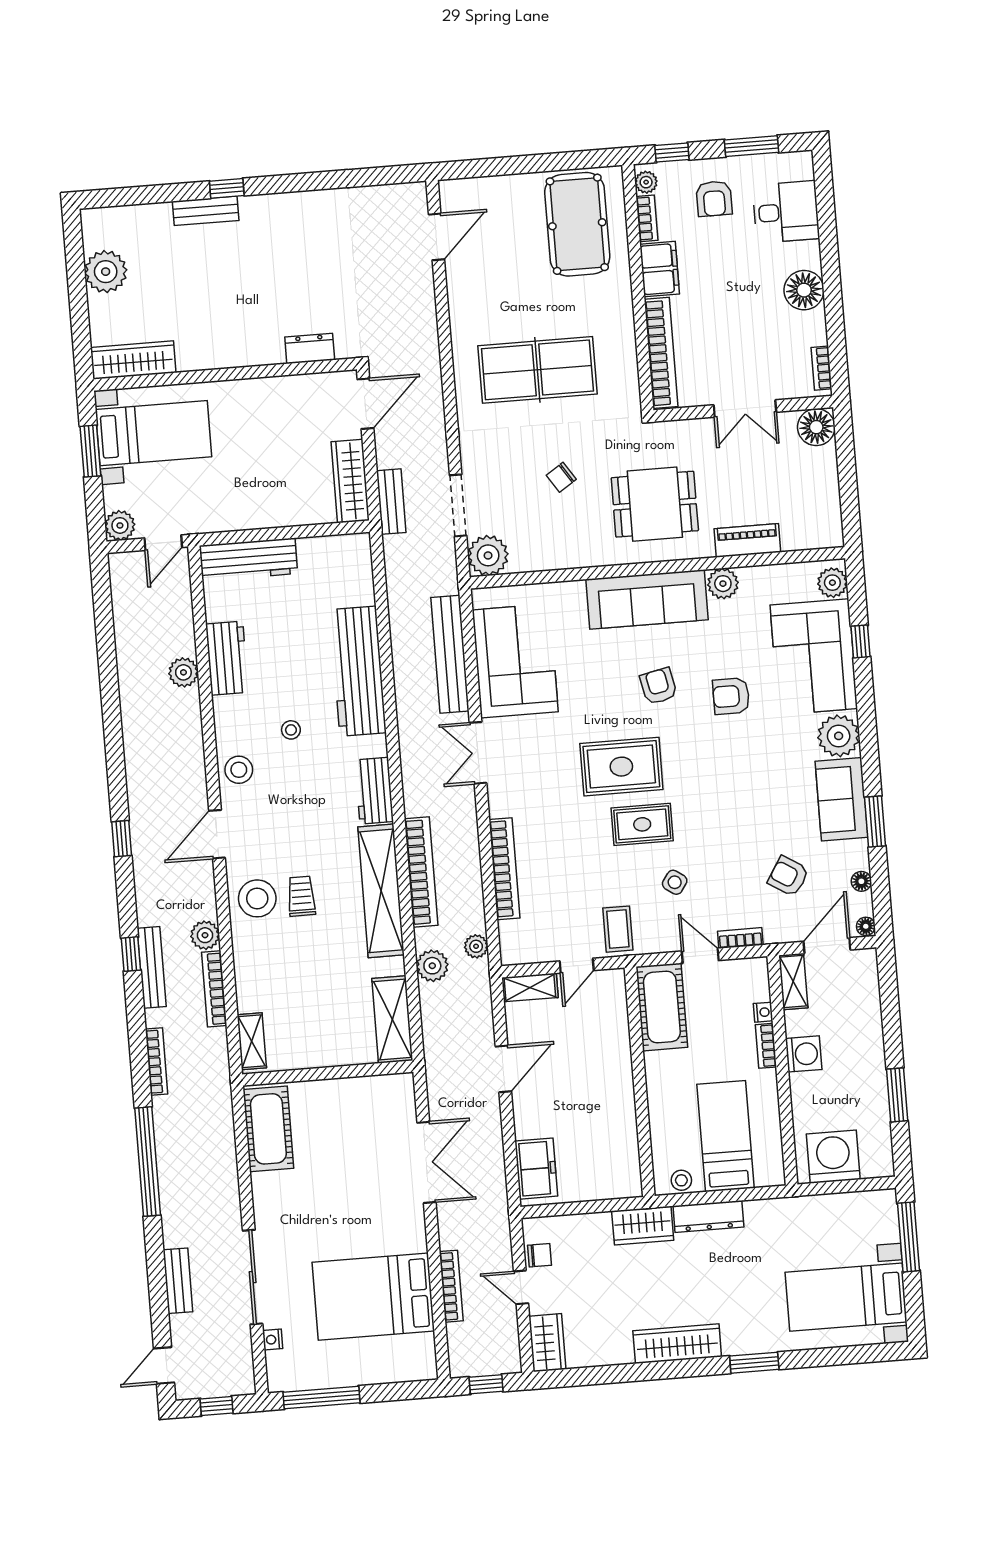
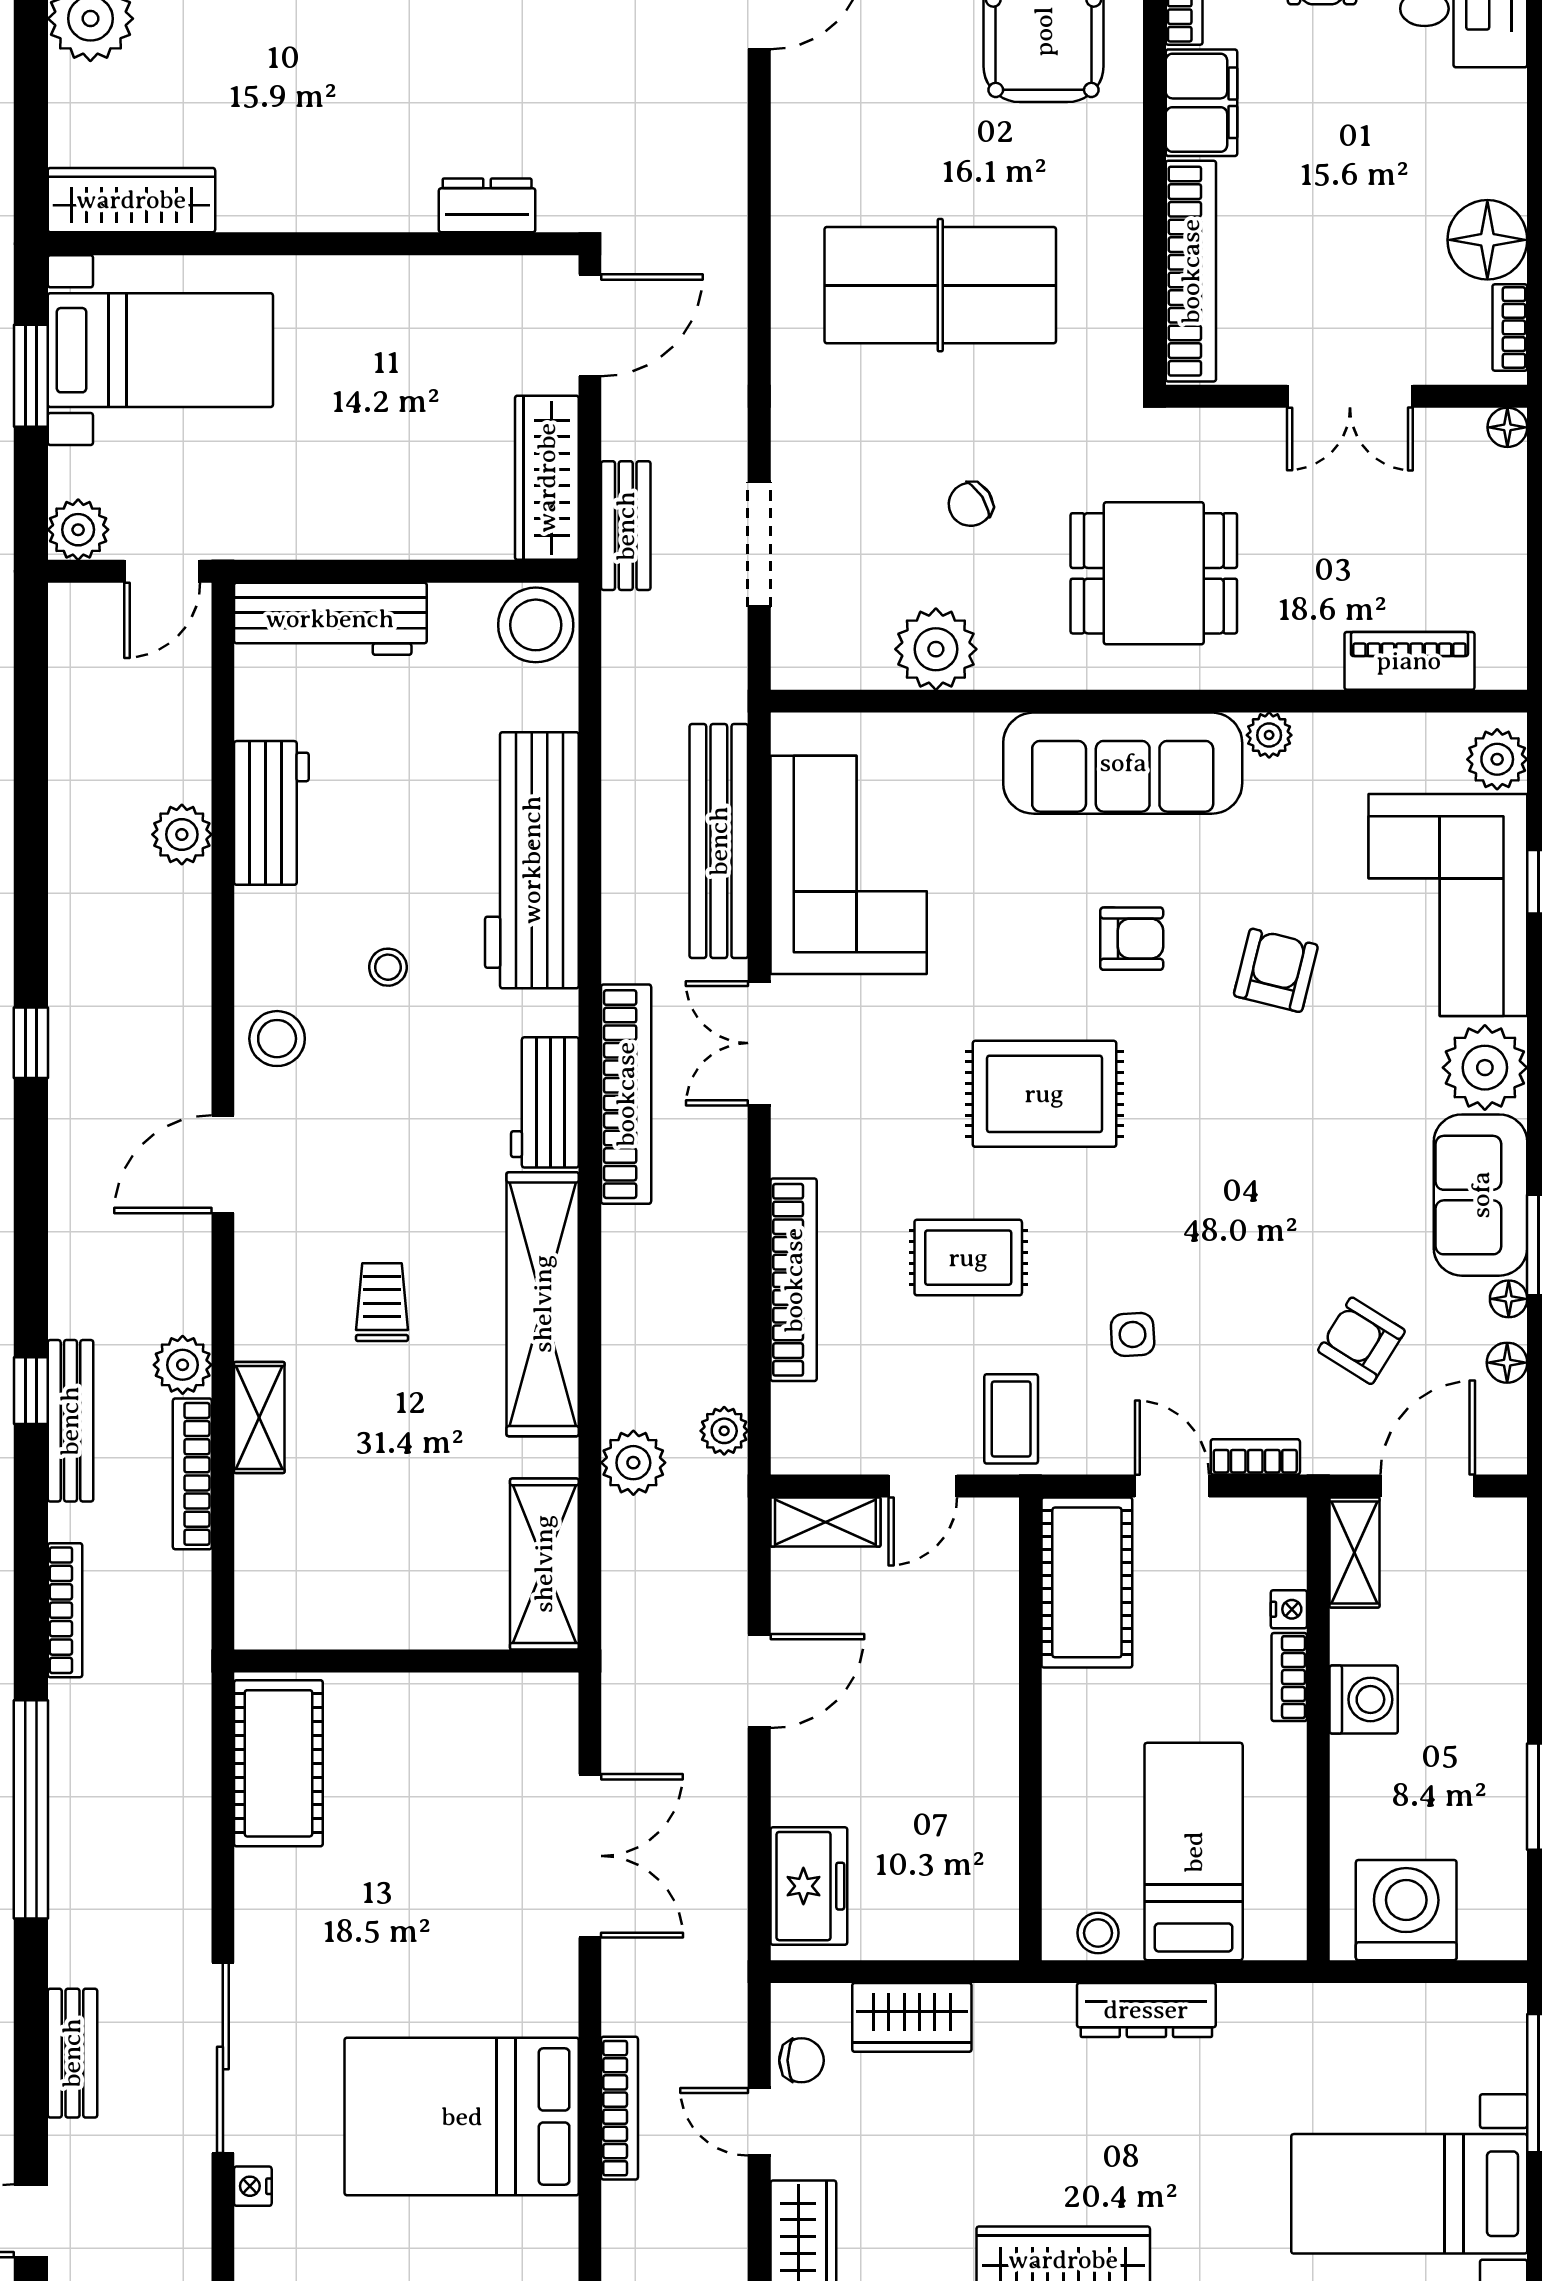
floor lamp: (804, 290) -> (1487, 240), moved
floor lamp: (816, 427) -> (1507, 427), width x0.53, depth x0.53
piano: (747, 540) -> (1409, 661), moved
plant: (488, 555) -> (936, 649), moved
plant: (723, 584) -> (1269, 735), width x0.73, depth x0.73
armchair: (658, 686) -> (1132, 939), turned 102
armchair: (731, 696) -> (1276, 970), turned 104
rug: (642, 824) -> (968, 1258), moved
window: (122, 839) -> (31, 1043), moved
bookcase: (421, 872) -> (626, 1094), moved
side table: (675, 882) -> (1133, 1334), turned -38
stool: (257, 898) -> (536, 625), moved
floor lamp: (866, 926) -> (1509, 1299), moved
shelving: (252, 1041) -> (259, 1418), moved
wardrobe: (643, 1226) -> (912, 2017), moved

